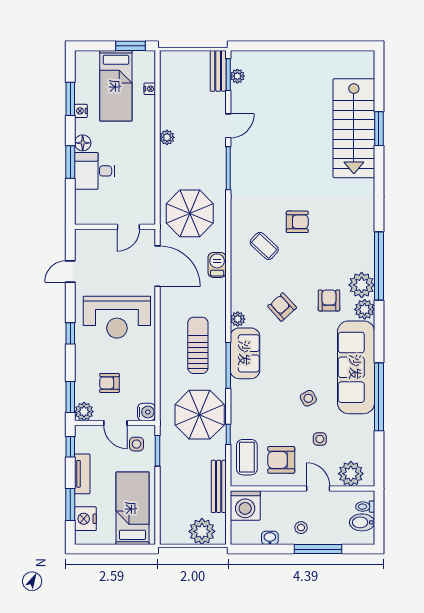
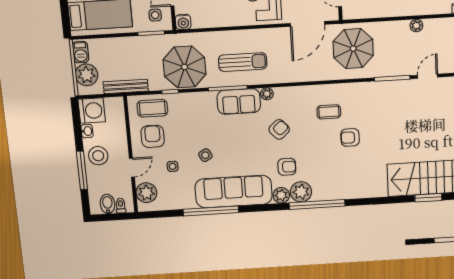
door: (228, 126) -> (427, 76), swing flipped
armchair: (297, 222) -> (350, 137), turned 90
coffee table: (264, 246) -> (329, 112), turned 47
barbecue: (217, 265) -> (81, 52), moved, turned 90
washing machine: (245, 505) -> (92, 111), moved, turned 180
stool: (301, 528) -> (98, 156), width x1.89, depth x1.89

